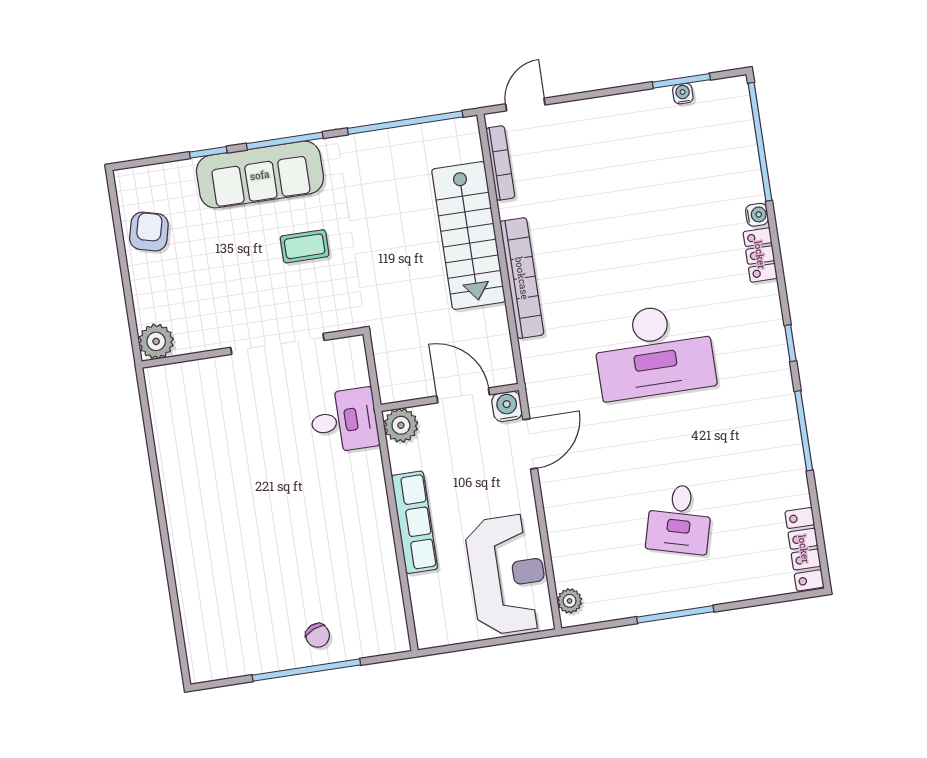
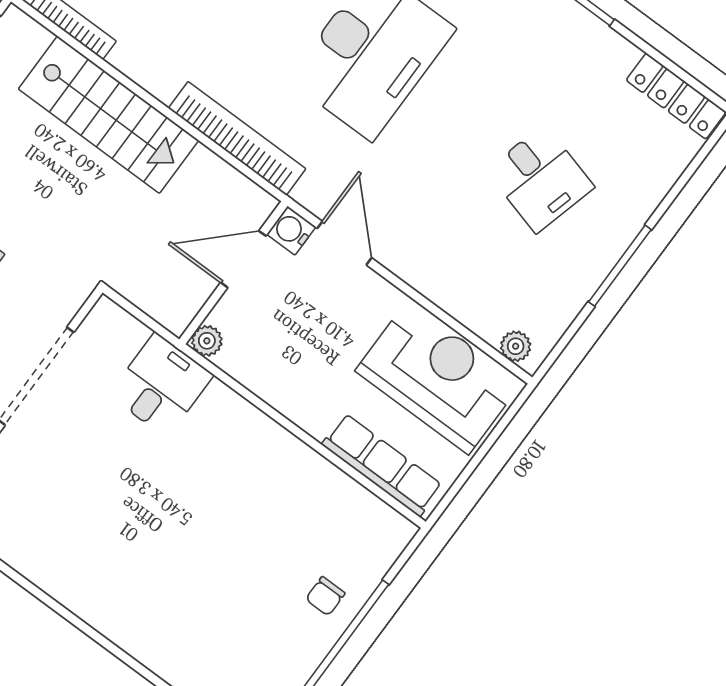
bookcase: (522, 278) -> (237, 138), moved
plant: (401, 425) -> (207, 341), width x0.73, depth x0.73
row of seats: (415, 522) -> (382, 465), moved
chair: (318, 635) -> (325, 596), turned 113

